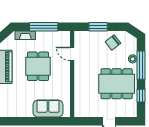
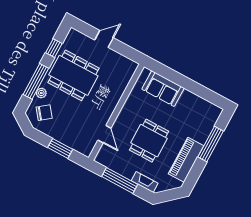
chair: (113, 43) -> (44, 113), moved

